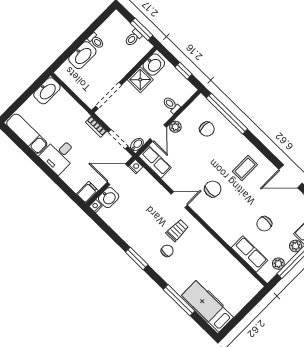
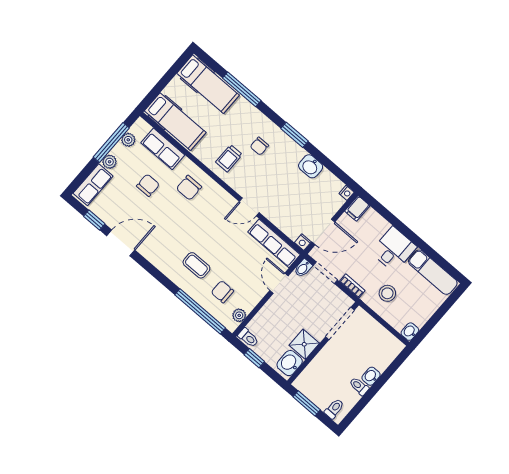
toilet: (133, 38) -> (334, 409), moved
washbasin: (82, 55) -> (371, 376), width x0.52, depth x0.69
washbasin: (47, 91) -> (410, 332), width x0.52, depth x0.69
toilet: (171, 105) -> (248, 338), moved
stool: (67, 118) -> (387, 293), added
plant: (175, 127) -> (239, 315), moved
row of seats: (155, 162) -> (274, 243), width x1.48
coffee table: (245, 168) -> (196, 265), moved, turned 90
chair: (213, 189) -> (189, 188), moved
washbasin: (109, 198) -> (311, 166), moved, turned -90
trolley: (177, 230) -> (229, 158), moved
hospital bed: (237, 276) -> (175, 122), added

